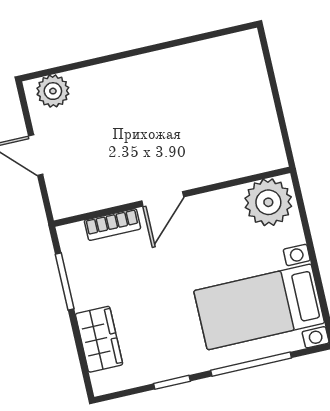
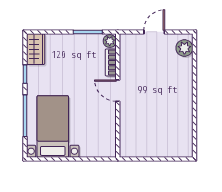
plant: (268, 202) -> (110, 41), moved, width x0.53, depth x0.53
wardrobe: (99, 339) -> (36, 49), moved, turned -90

